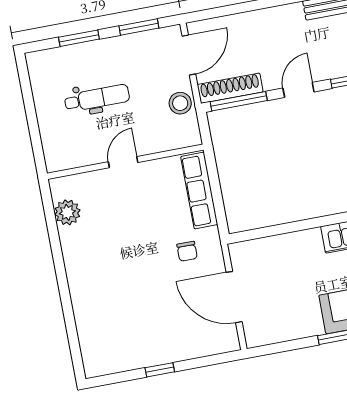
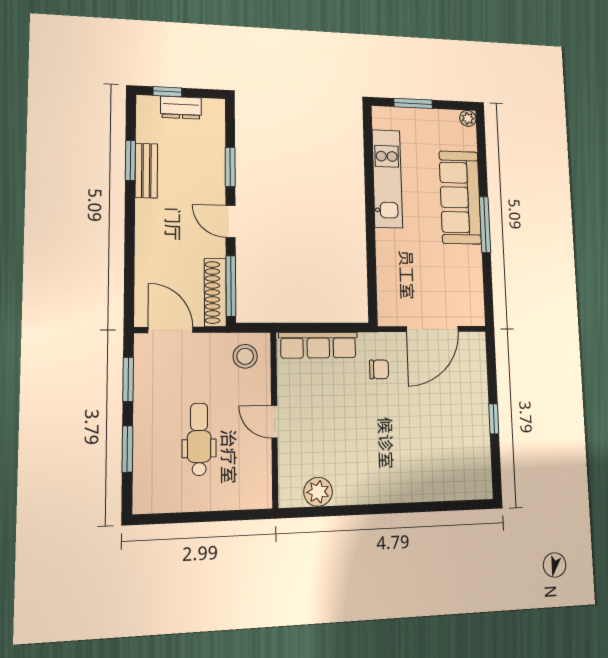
stool: (180, 103) -> (245, 356), moved

